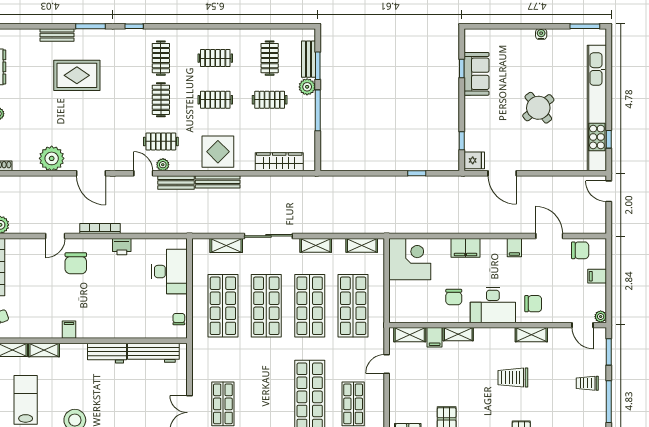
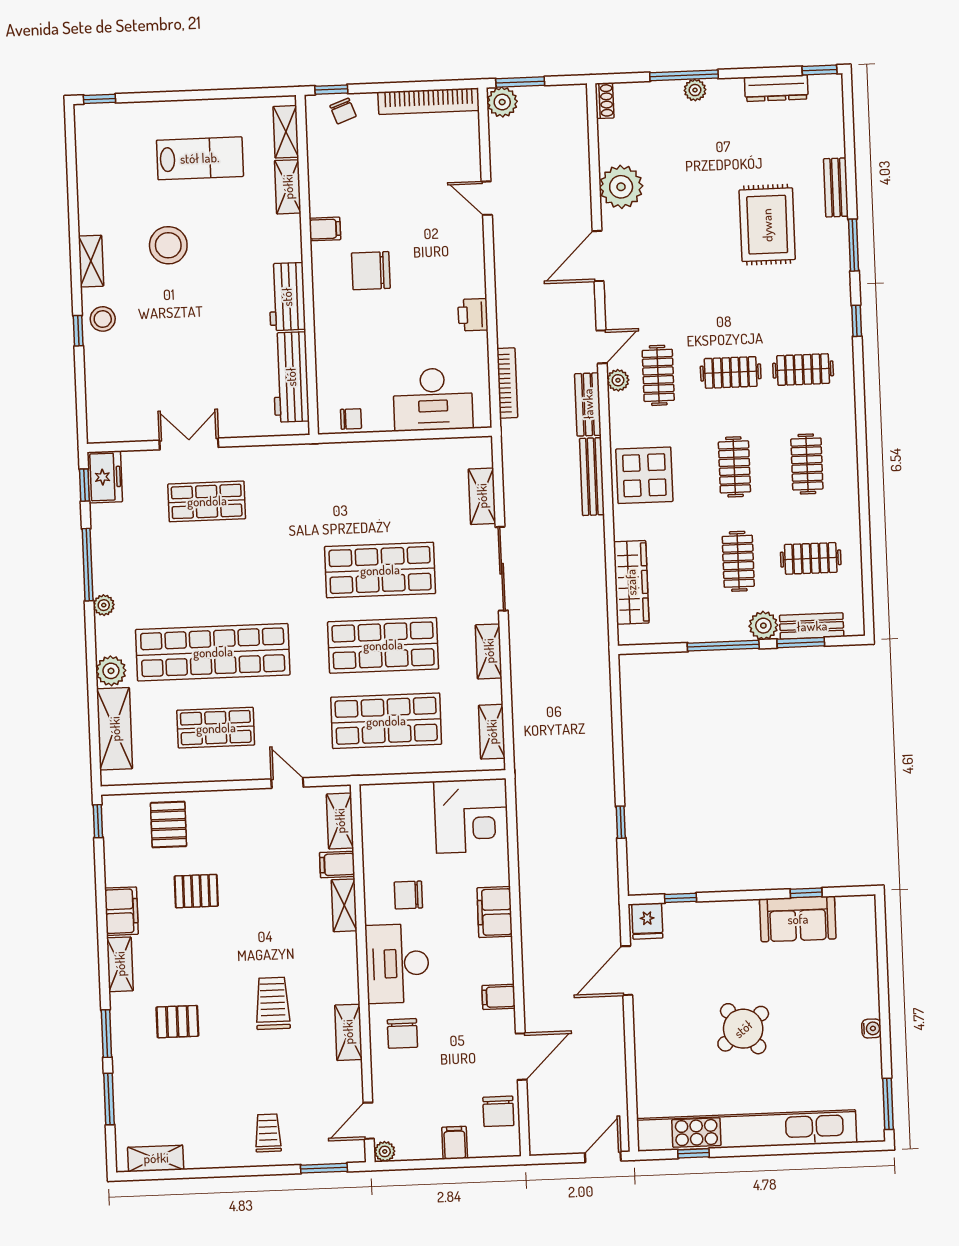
bookcase: (100, 228) -> (507, 383), moved
chair: (76, 263) -> (371, 271), moved
shop shelf: (223, 306) -> (377, 495), removed
window: (609, 402) -> (238, 1172), removed

